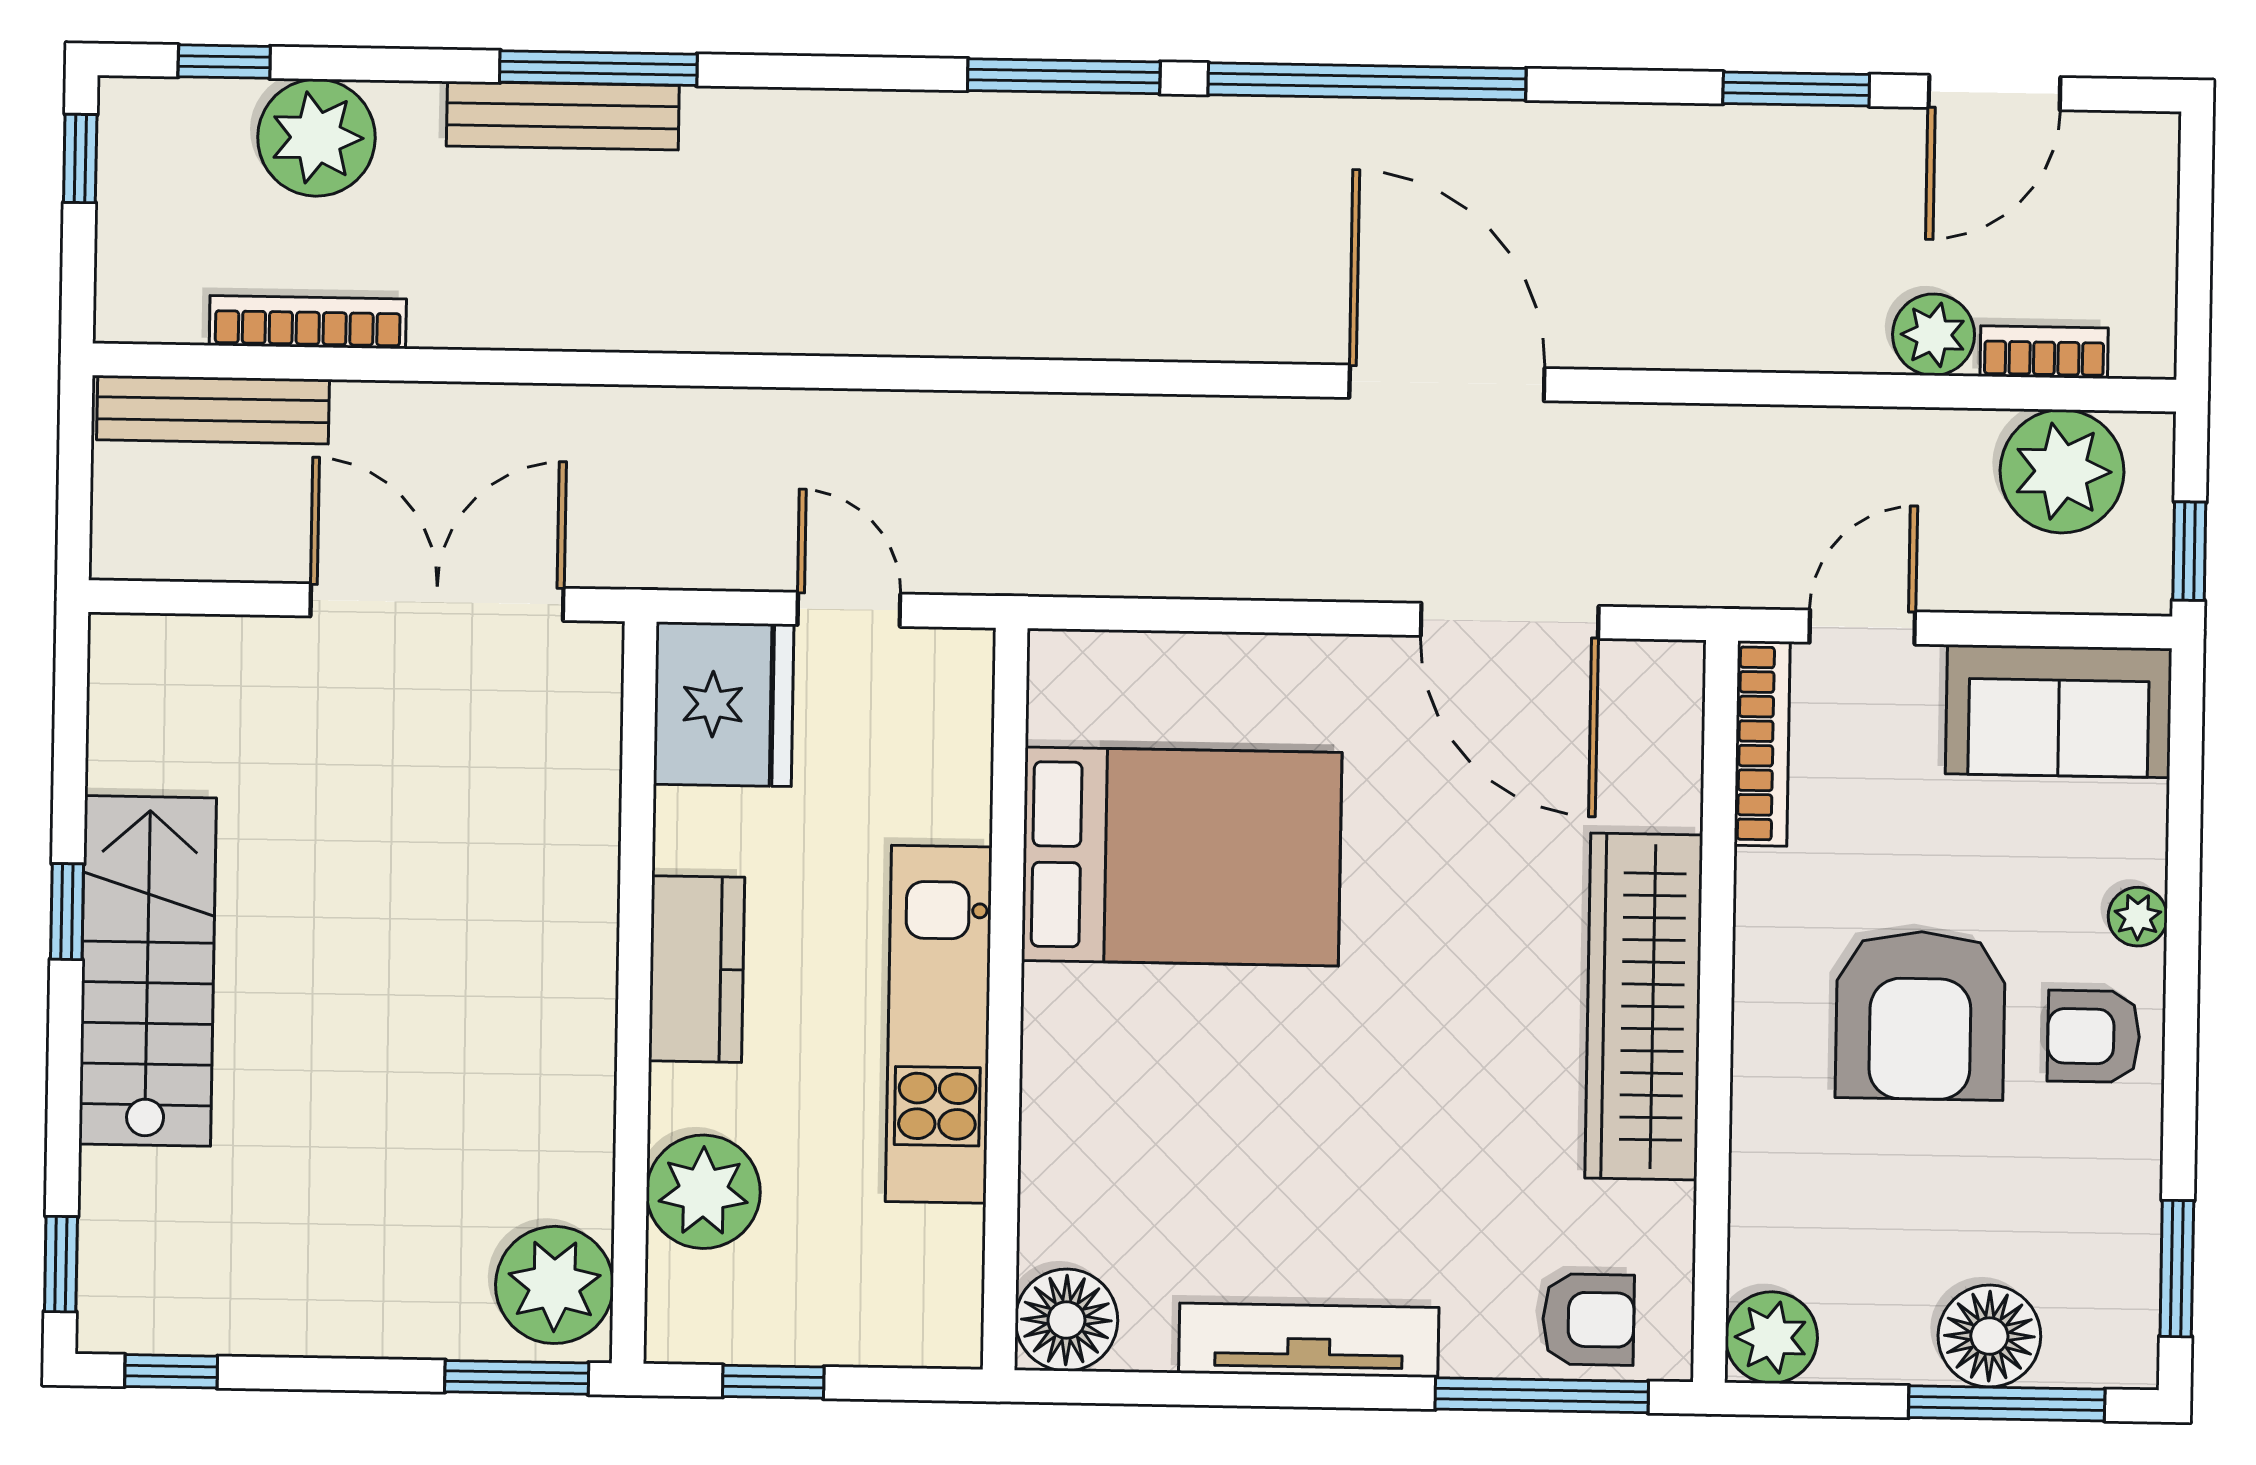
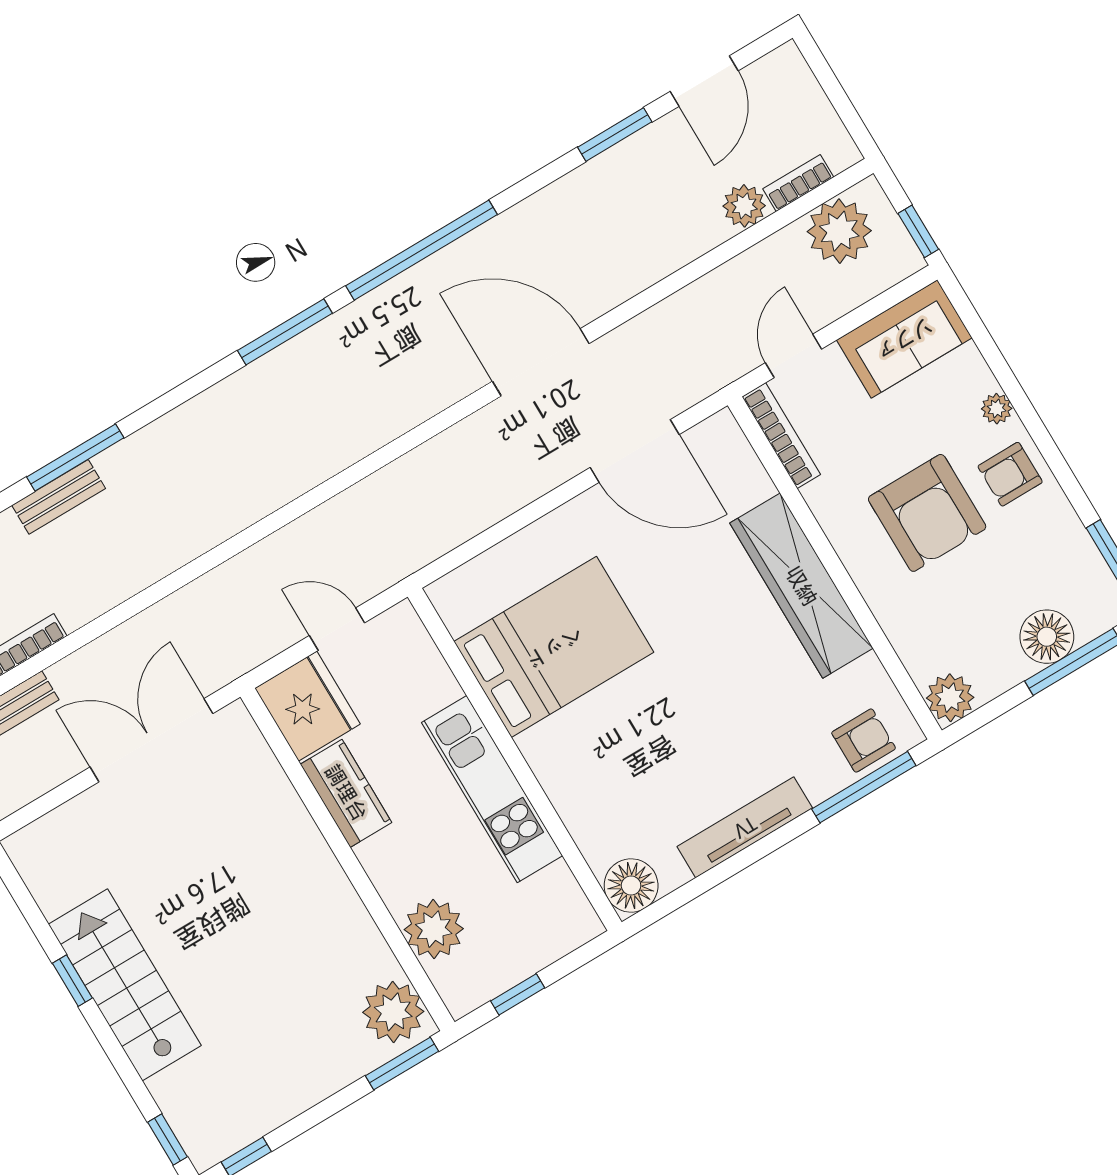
bench: (563, 116) -> (59, 497), width x0.73
kitchen counter: (697, 969) -> (346, 793), moved

